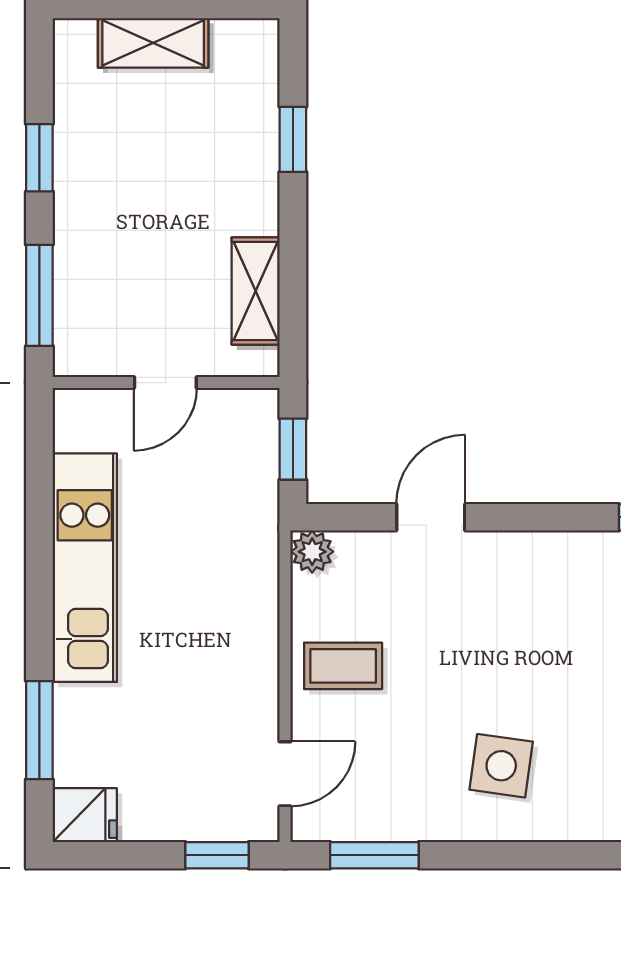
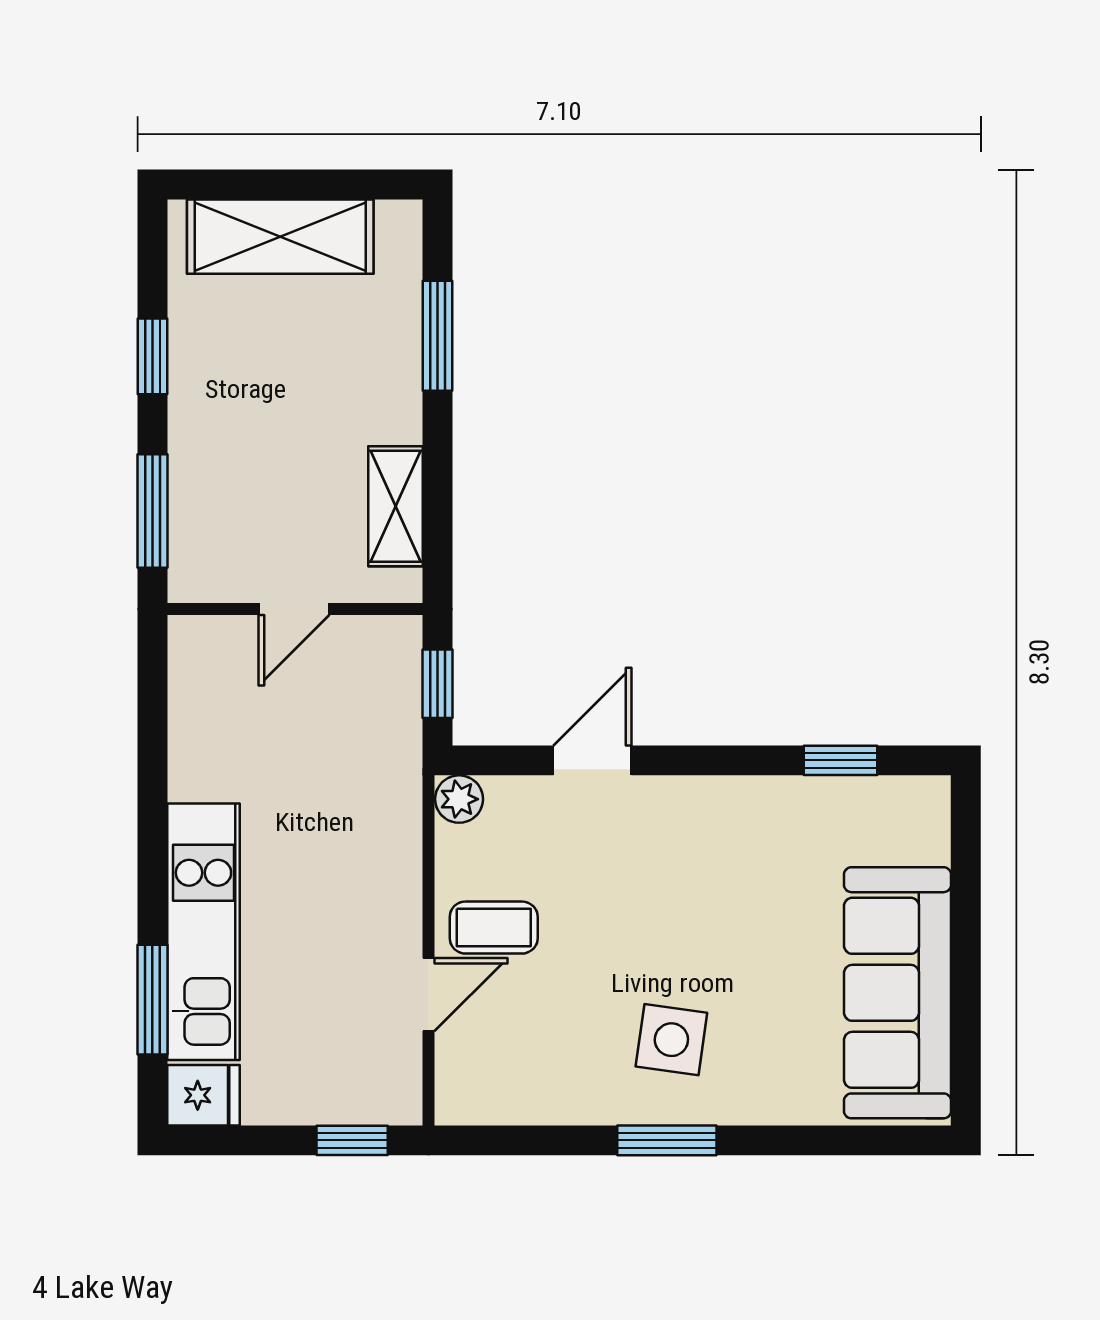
shelving: (153, 43) -> (280, 237), width x1.50, depth x1.33
window: (293, 139) -> (437, 336), width x1.50
kitchen unit: (85, 568) -> (203, 932), moved
door: (285, 774) -> (429, 995), moved
window: (374, 855) -> (667, 1140), moved

